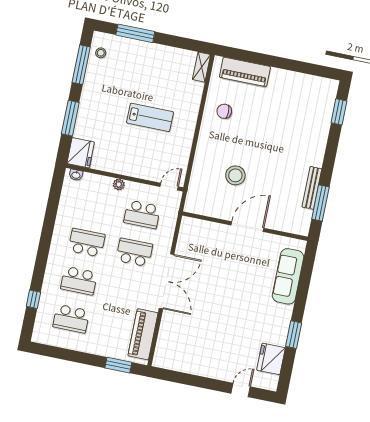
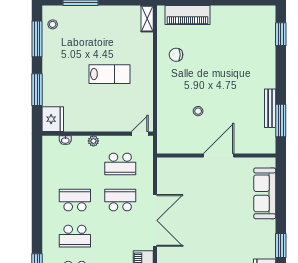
washbasin: (76, 175) -> (65, 140), moved
stool: (235, 175) -> (198, 111), width x0.53, depth x0.53

